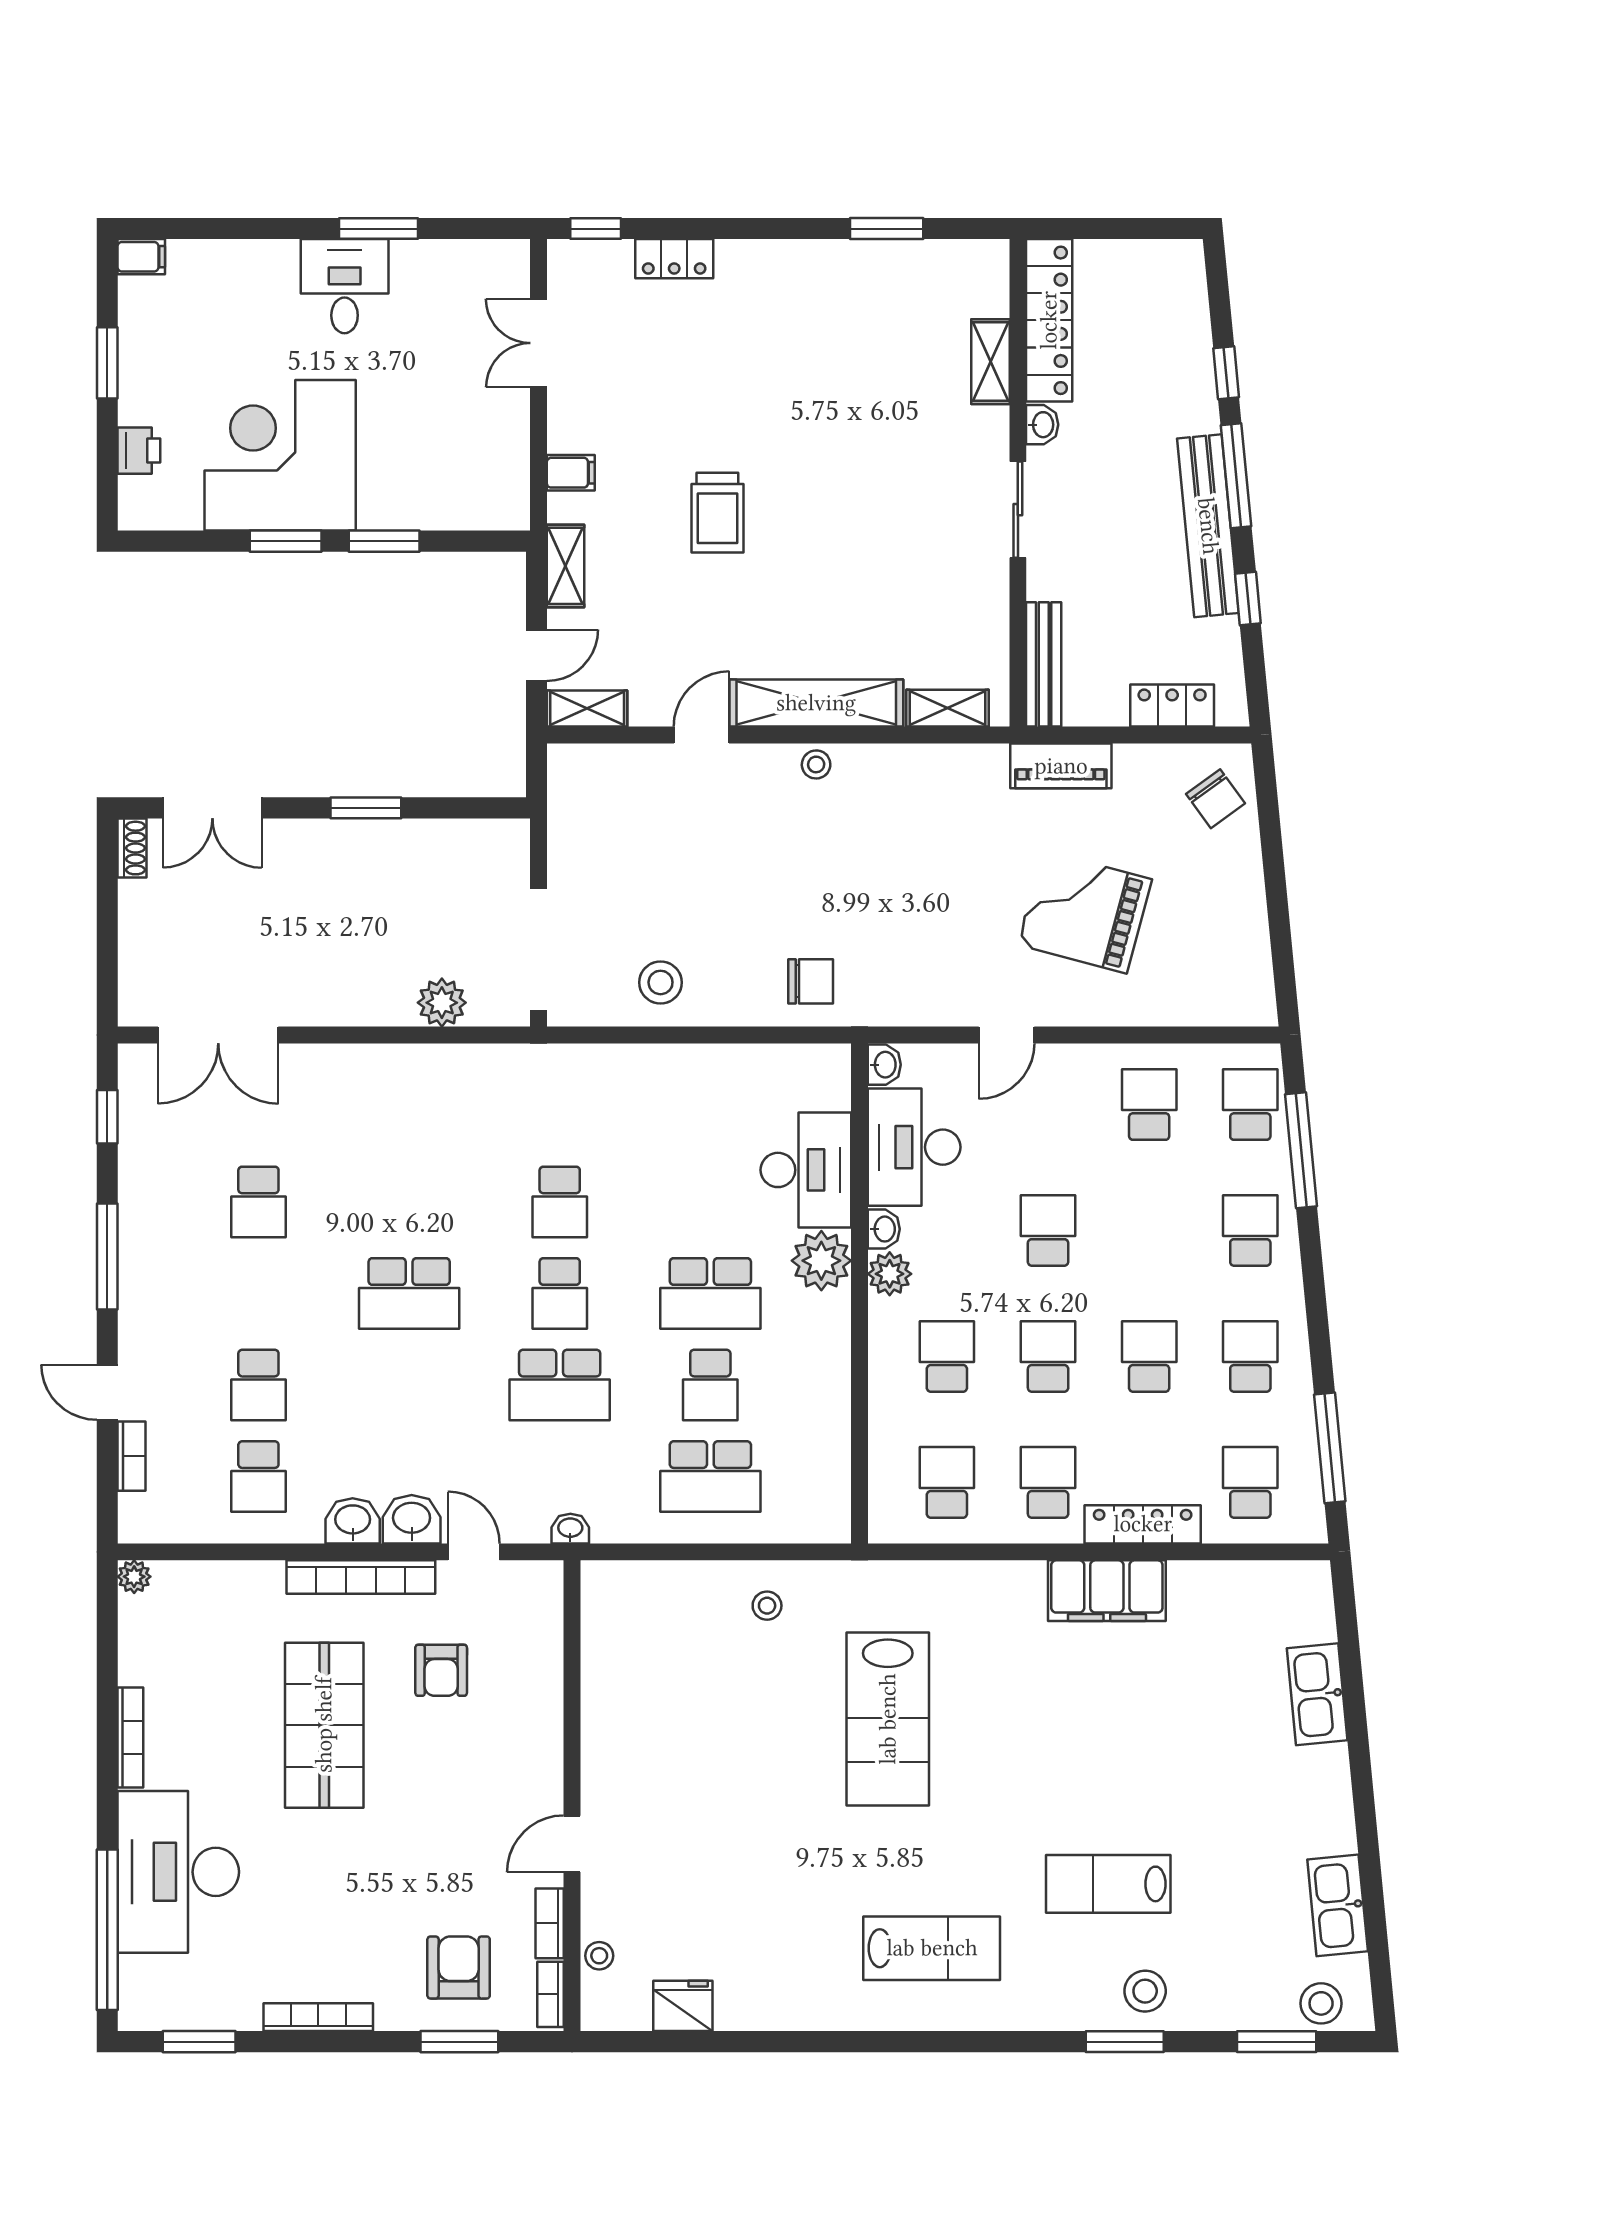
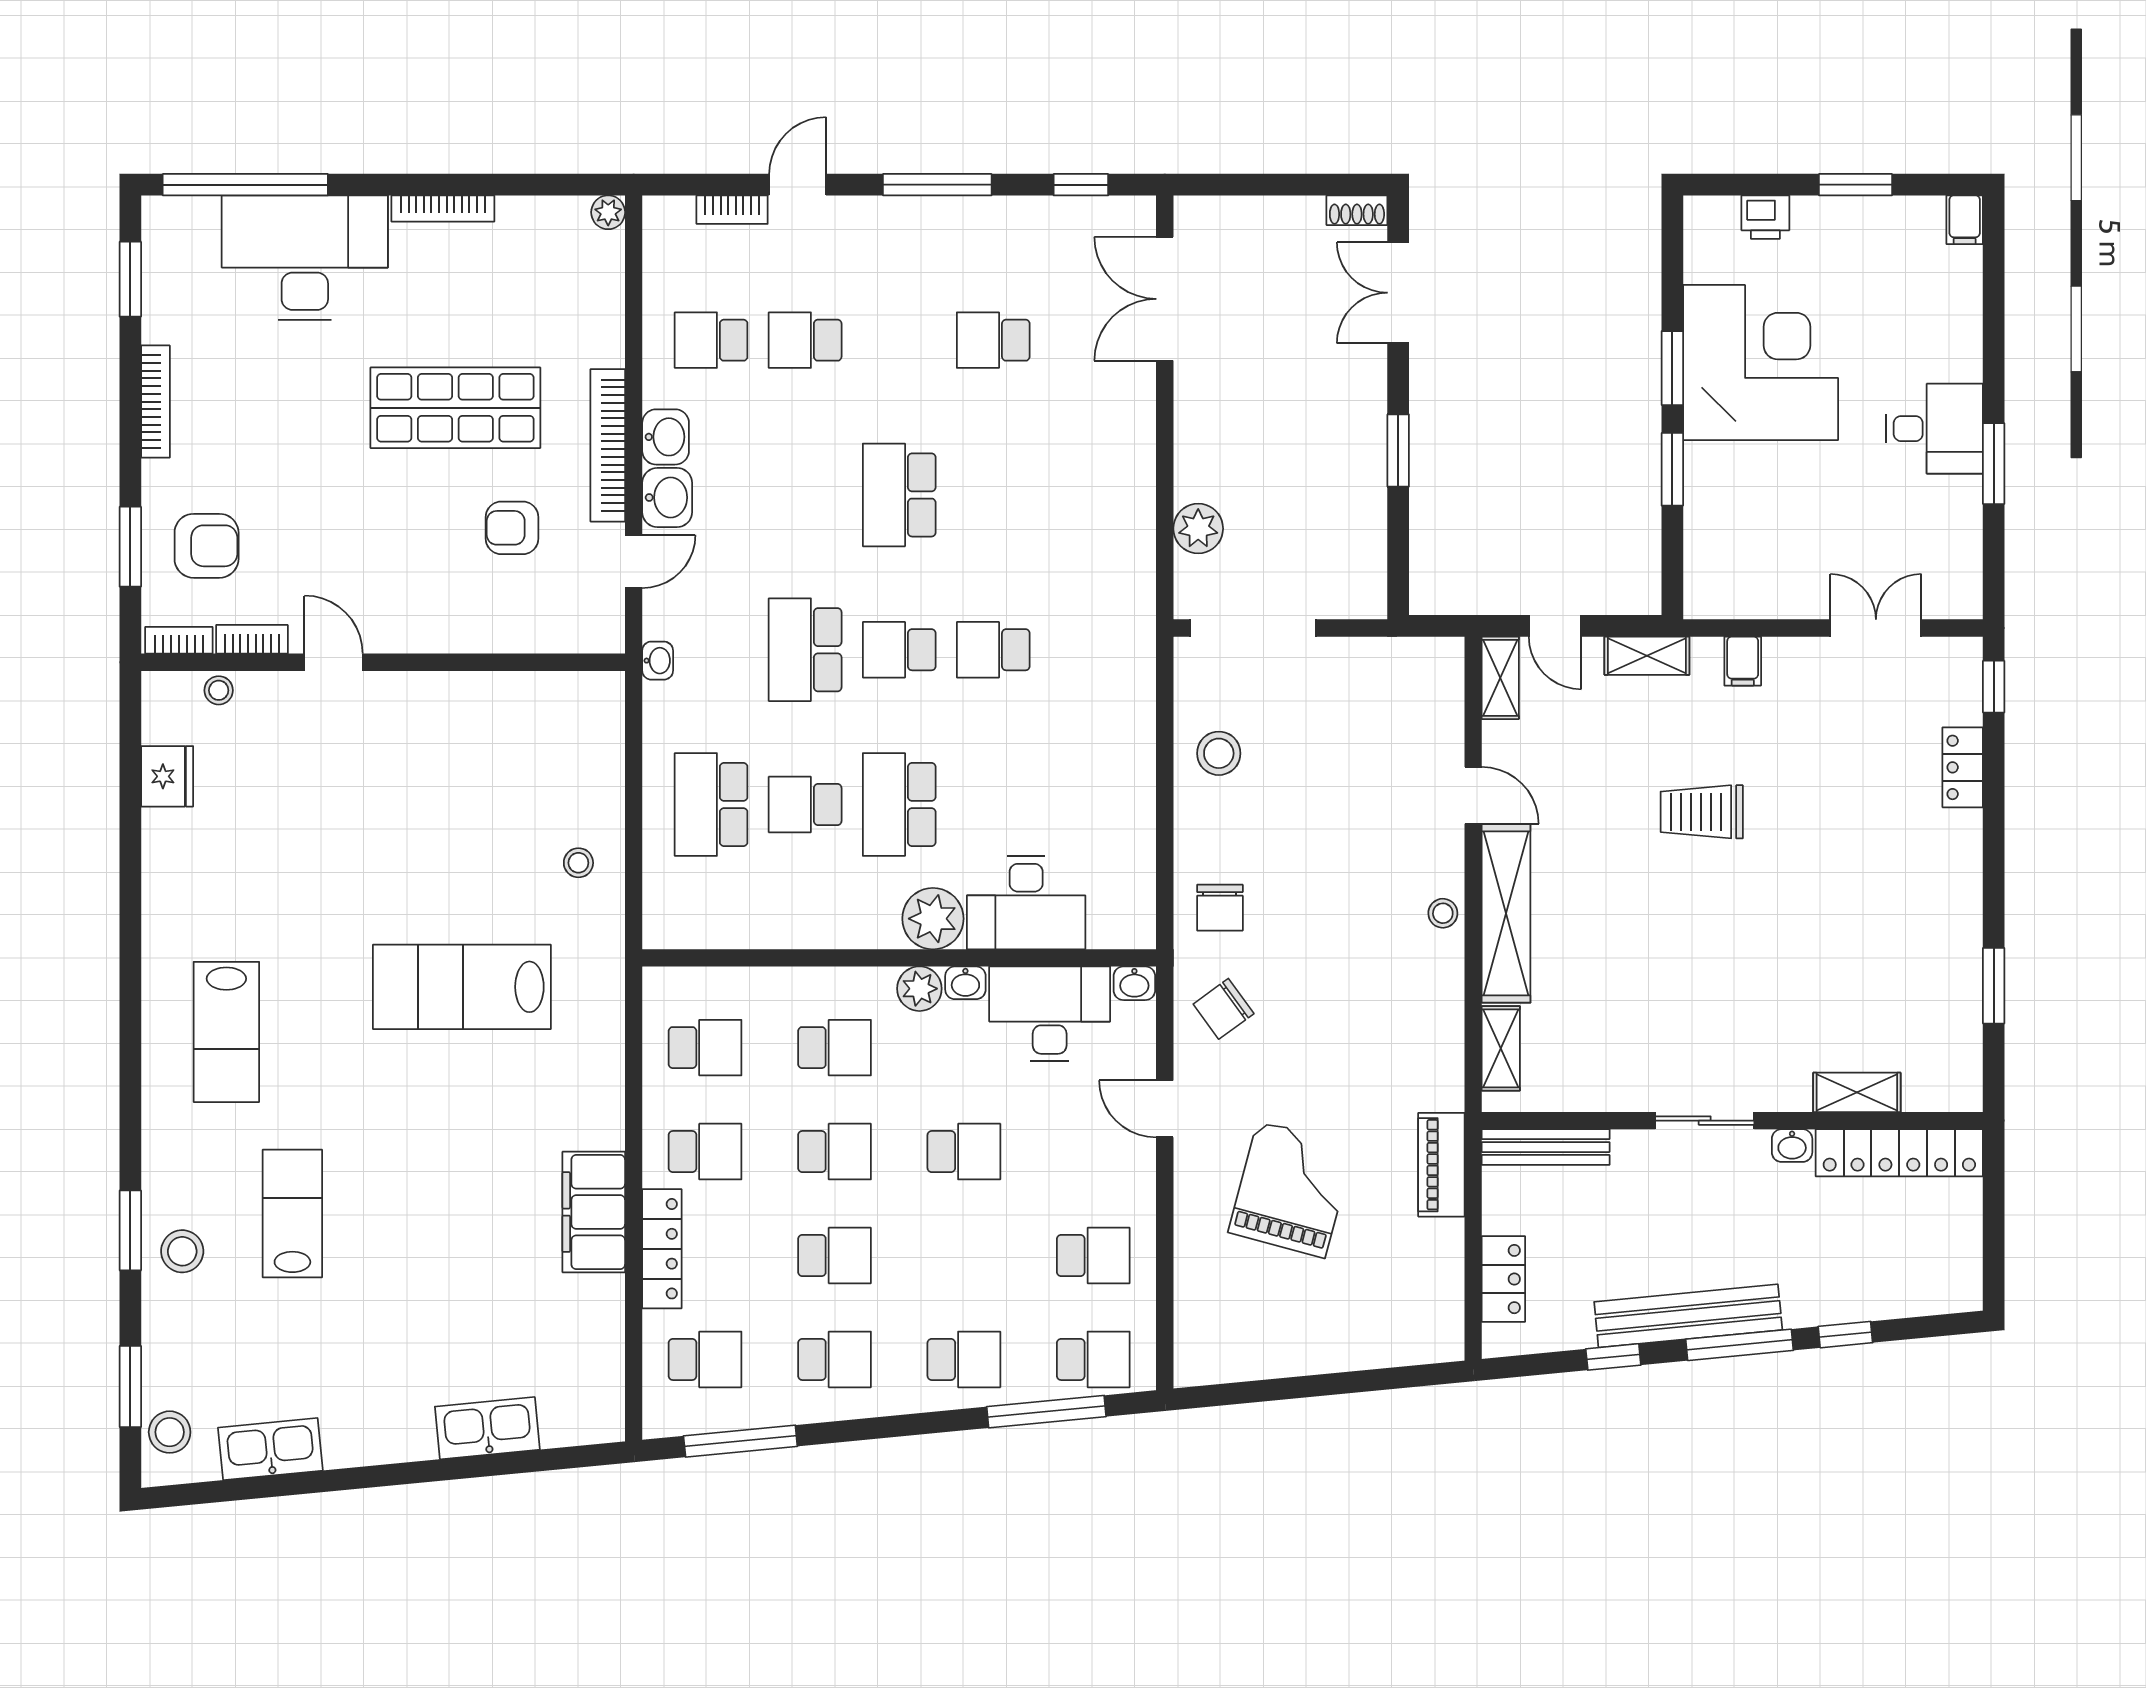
chair: (1215, 799) -> (1224, 1009), moved

